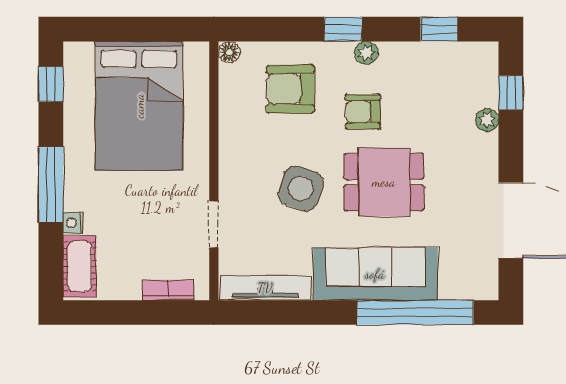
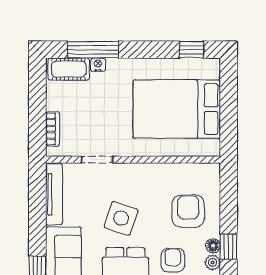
floor lamp: (229, 52) -> (213, 246), moved
window: (51, 184) -> (93, 50), moved

